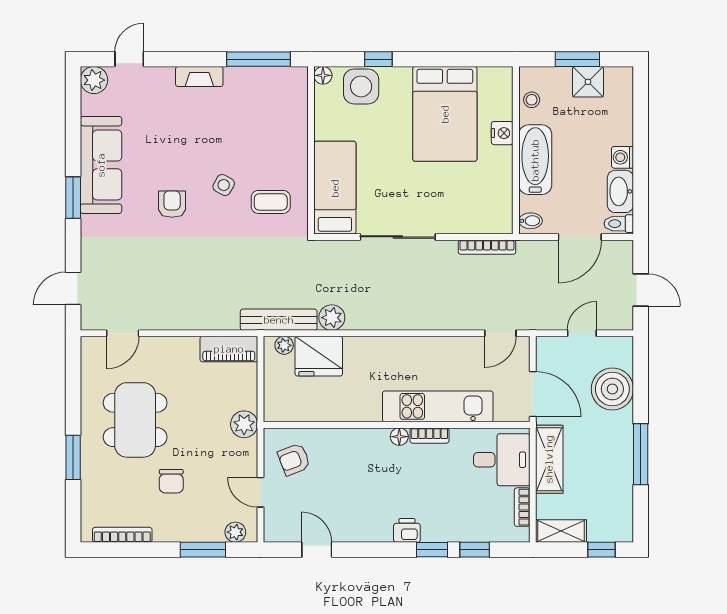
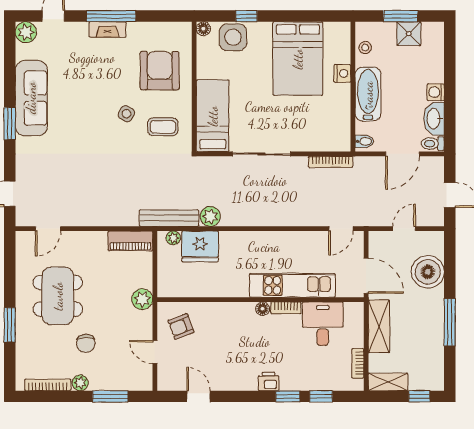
window: (258, 59) -> (111, 16), moved
armchair: (172, 204) -> (160, 71), moved, width x1.88, depth x1.88
desk: (502, 460) -> (323, 324), moved, turned -90
plant: (235, 532) -> (80, 383), moved

